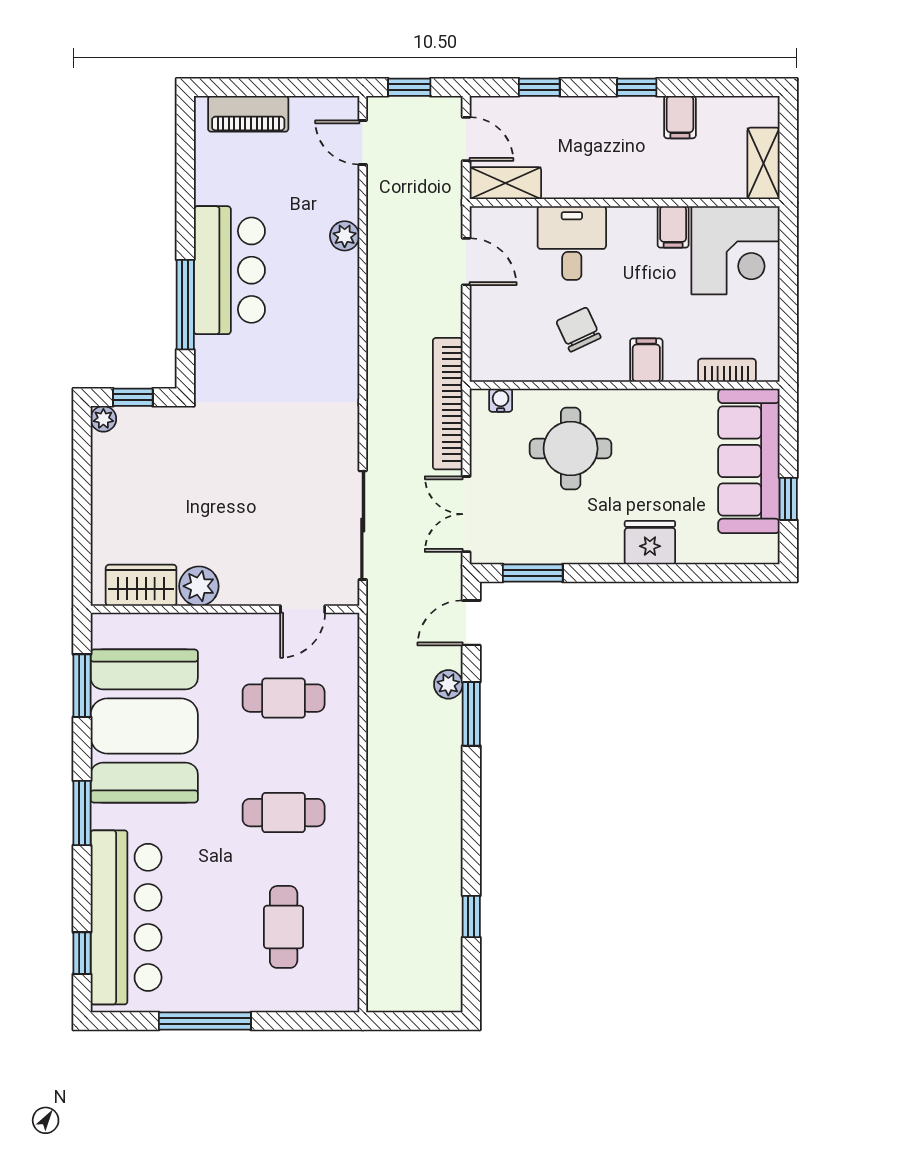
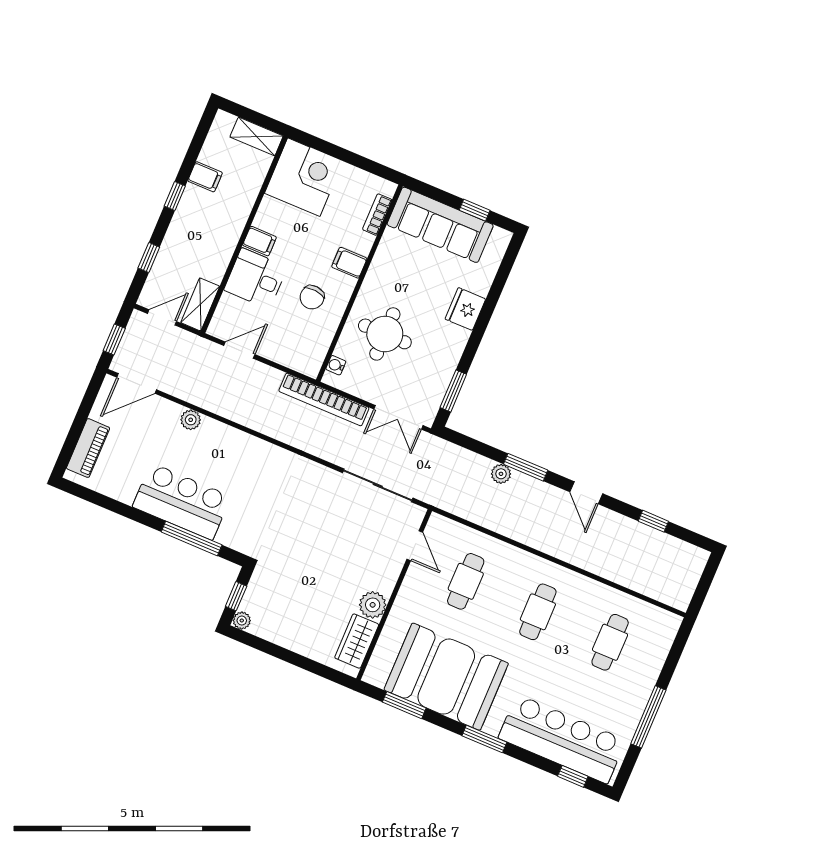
door: (363, 142) -> (137, 383), width x1.38
filing cabinet: (673, 227) -> (259, 241), moved
chair: (579, 330) -> (312, 297), turned -60
door: (471, 623) -> (586, 493), moved
cafe table: (284, 927) -> (610, 642), turned 90

